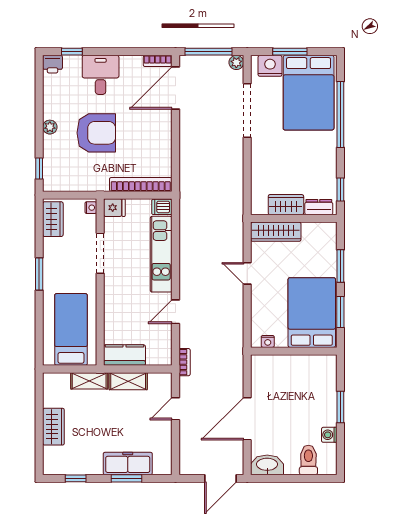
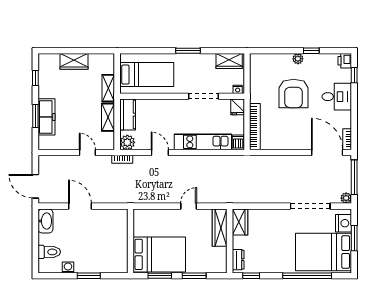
window: (39, 168) -> (311, 51), moved
wardrobe: (286, 205) -> (240, 222), moved
nightstand: (268, 341) -> (138, 222), removed
plant: (162, 355) -> (127, 142), added
door: (247, 419) -> (80, 206), width x0.73

